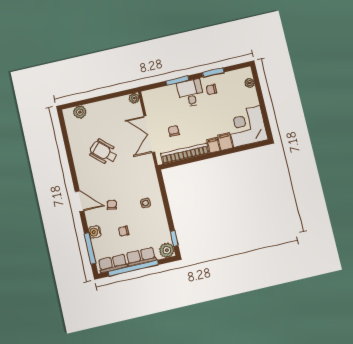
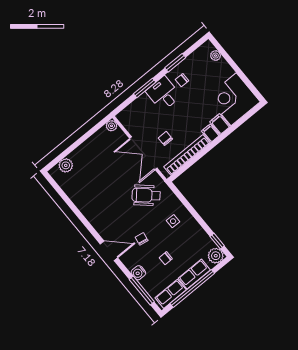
wheelchair: (104, 152) -> (146, 195), moved

